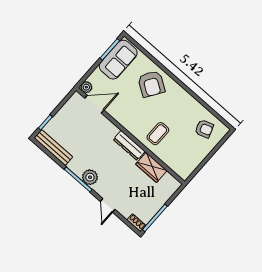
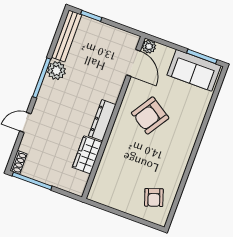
armchair: (151, 84) -> (150, 115), moved
coffee table: (158, 134) -> (128, 147), removed
plant: (90, 177) -> (56, 71), moved

